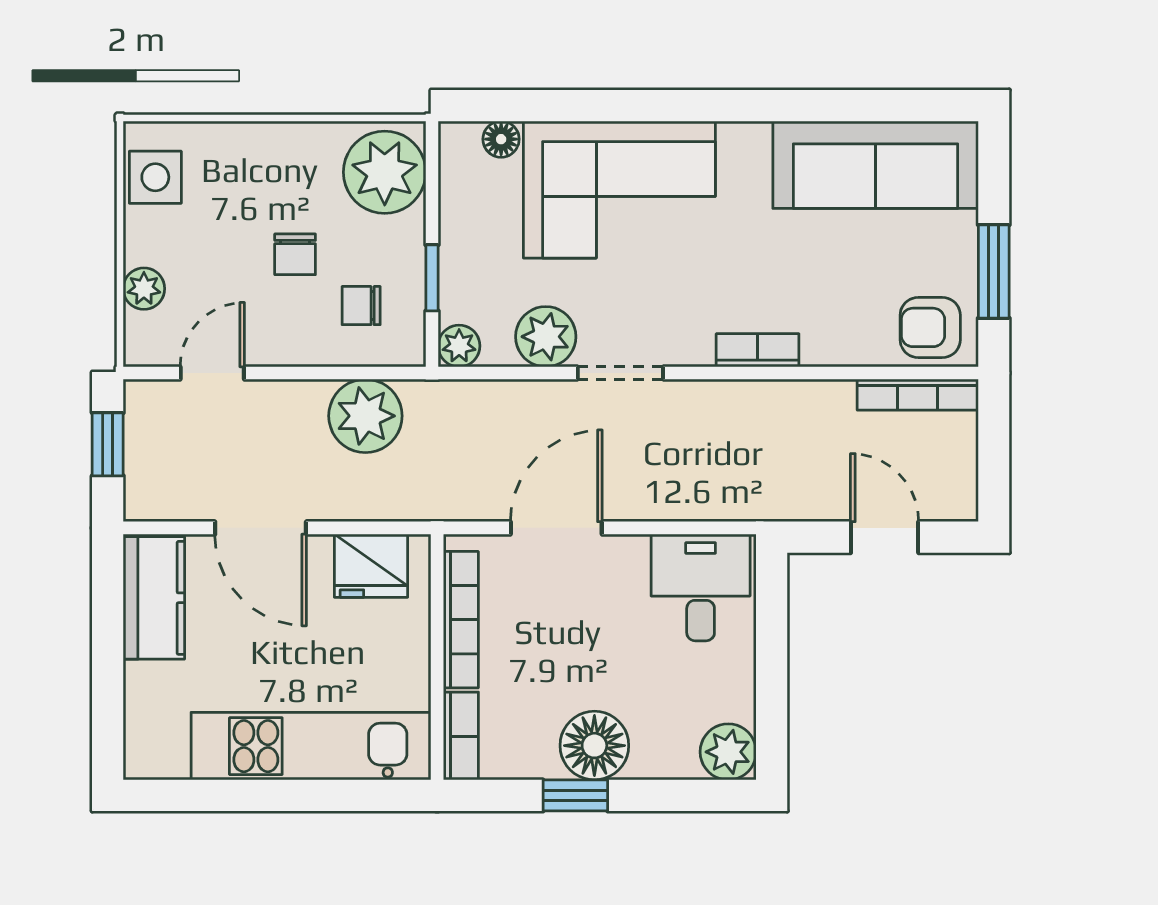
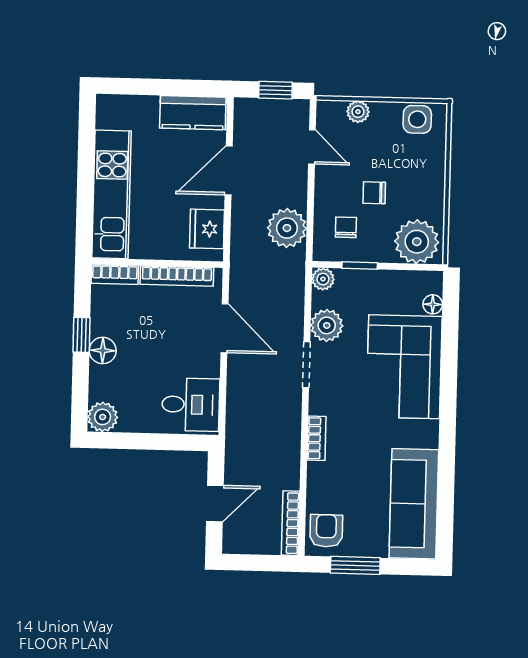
floor lamp: (594, 746) -> (103, 351), width x0.73, depth x0.73

